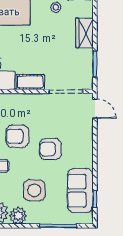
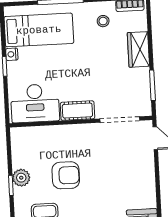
armchair: (17, 136) -> (66, 175), turned 180
armchair: (50, 149) -> (105, 188), removed

